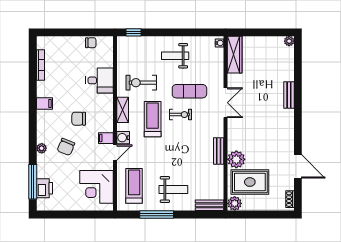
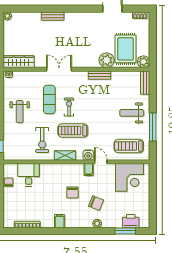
desk: (100, 80) -> (29, 175), moved
window: (33, 182) -> (125, 231), width x0.69
weight bench: (173, 190) -> (132, 113), turned -90

